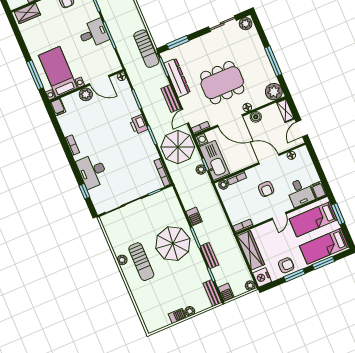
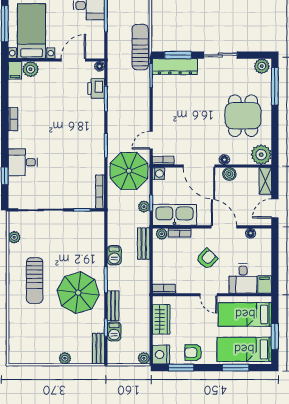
sliding door: (222, 24) -> (220, 55), moved
sun lounger: (146, 49) -> (140, 47), turned 180
window: (273, 61) -> (275, 86), moved
dresser: (177, 78) -> (175, 67), moved, turned 90
door: (99, 80) -> (73, 60), swing flipped
dining table: (222, 83) -> (243, 116), moved, width x0.73
plant: (86, 94) -> (31, 69), moved
bench: (171, 99) -> (144, 244), moved
printer: (139, 124) -> (96, 89), moved
kitchen sink: (214, 160) -> (174, 215), moved, turned -90
desk: (92, 171) -> (23, 162), width x0.73
armchair: (266, 189) -> (207, 259), turned -136
window: (338, 214) -> (275, 336), moved
door: (279, 216) -> (209, 295), hinge flipped
parasol: (173, 244) -> (78, 293), moved
wardrobe: (251, 250) -> (161, 319), width x0.67
plant: (122, 260) -> (14, 237), moved
armchair: (286, 265) -> (193, 353), turned 180
window: (294, 275) -> (181, 368), moved
barbecue: (226, 292) -> (114, 331), moved
barbecue: (177, 316) -> (49, 358), removed

